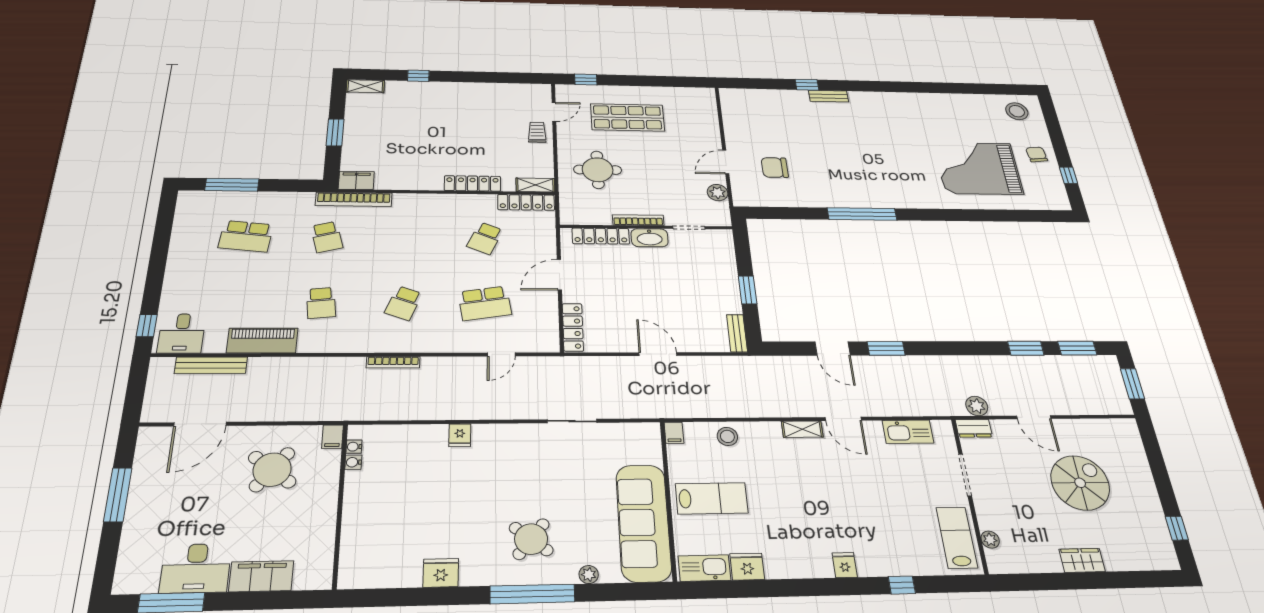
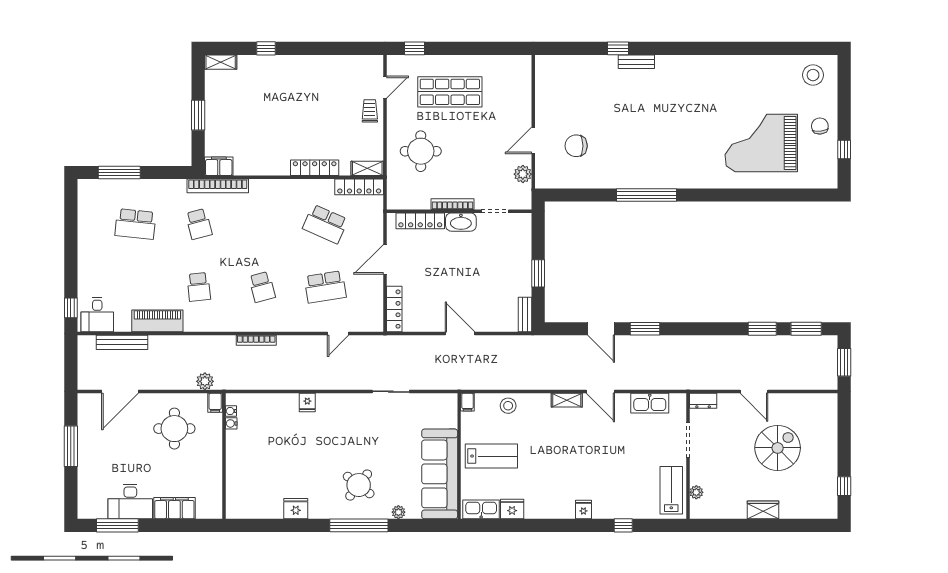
school desk: (485, 238) -> (325, 224), width x1.85
school desk: (404, 303) -> (262, 287), turned -36
plant: (977, 406) -> (205, 381), moved
round table: (272, 470) -> (174, 429), turned -38

